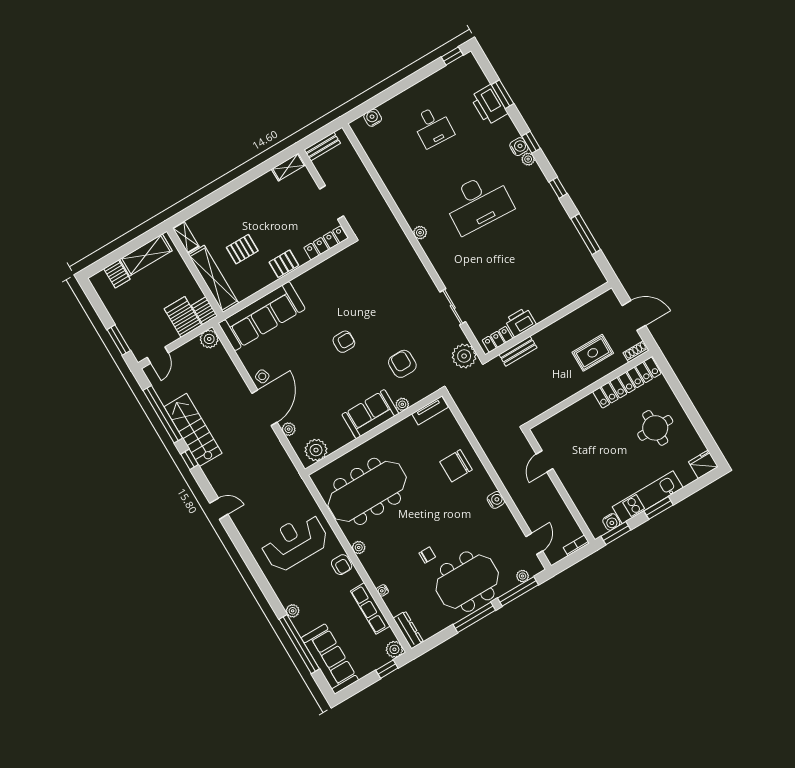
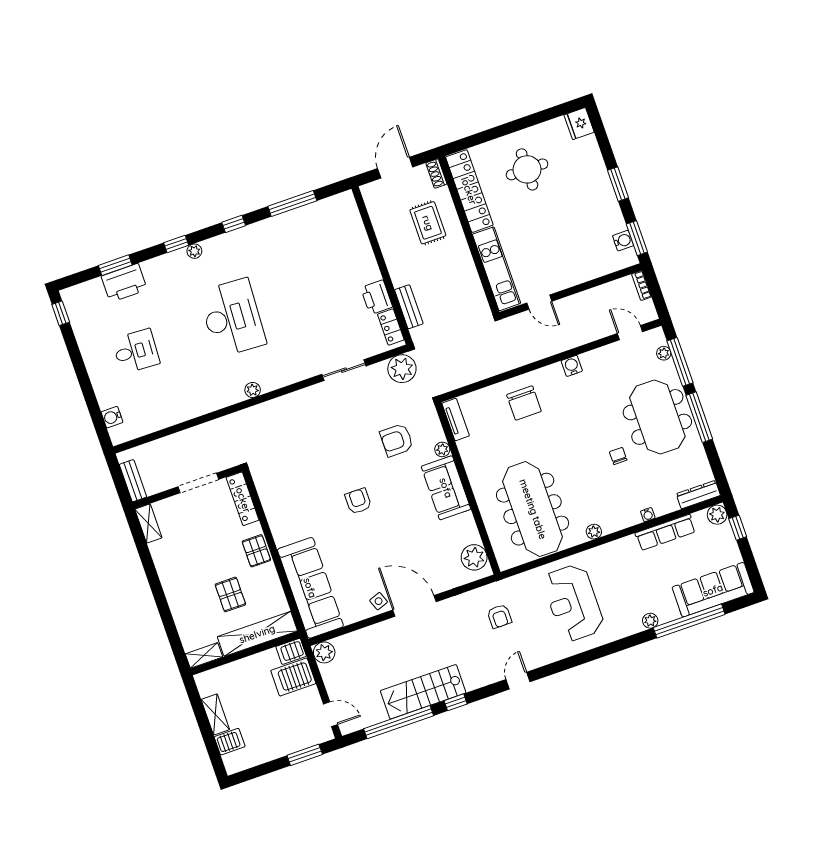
water cooler: (519, 147) -> (178, 259), removed
shelving: (146, 255) -> (215, 714), width x0.67, depth x0.75
plant: (289, 429) -> (444, 583), removed
kitchen unit: (648, 497) -> (497, 269), moved, turned 180
armchair: (342, 565) -> (499, 616), moved, turned 90

